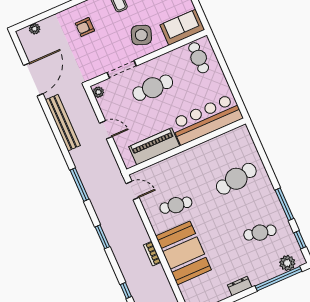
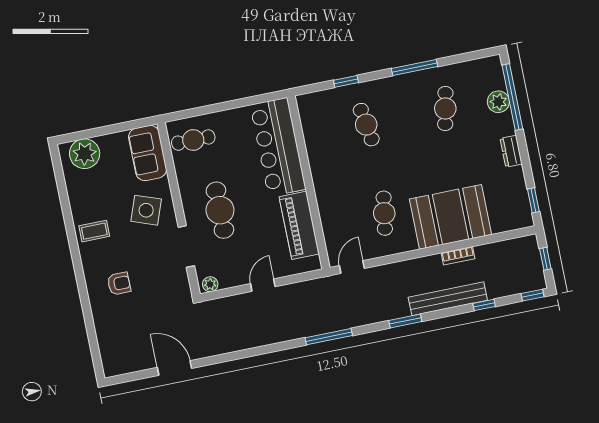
armchair: (85, 27) -> (119, 284), turned -90
plant: (35, 29) -> (107, 352), removed
door: (33, 80) -> (174, 368), width x0.73
bench: (63, 123) -> (448, 299), moved
cafe table: (236, 179) -> (366, 125), width x0.73, depth x0.74
window: (300, 240) -> (346, 81), moved
bookcase: (152, 254) -> (458, 256), moved
plant: (287, 263) -> (498, 102), moved

